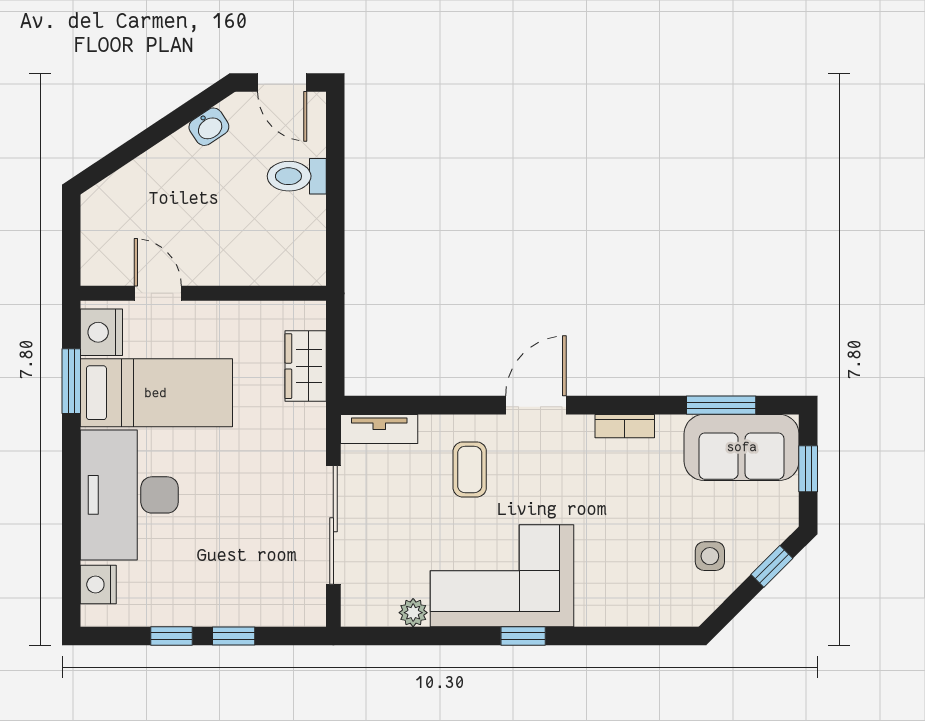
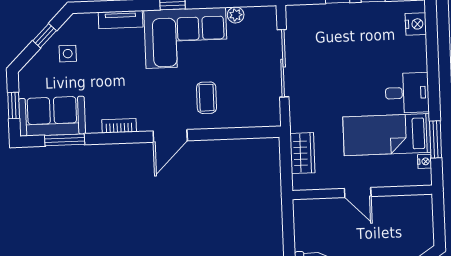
door: (158, 293) -> (358, 192), moved
nightstand: (101, 332) -> (425, 161), width x0.53, depth x0.56
tv unit: (379, 429) -> (121, 20), moved, turned 180
desk: (129, 495) -> (407, 93), width x0.53, depth x0.77
window: (772, 566) -> (45, 36), moved

